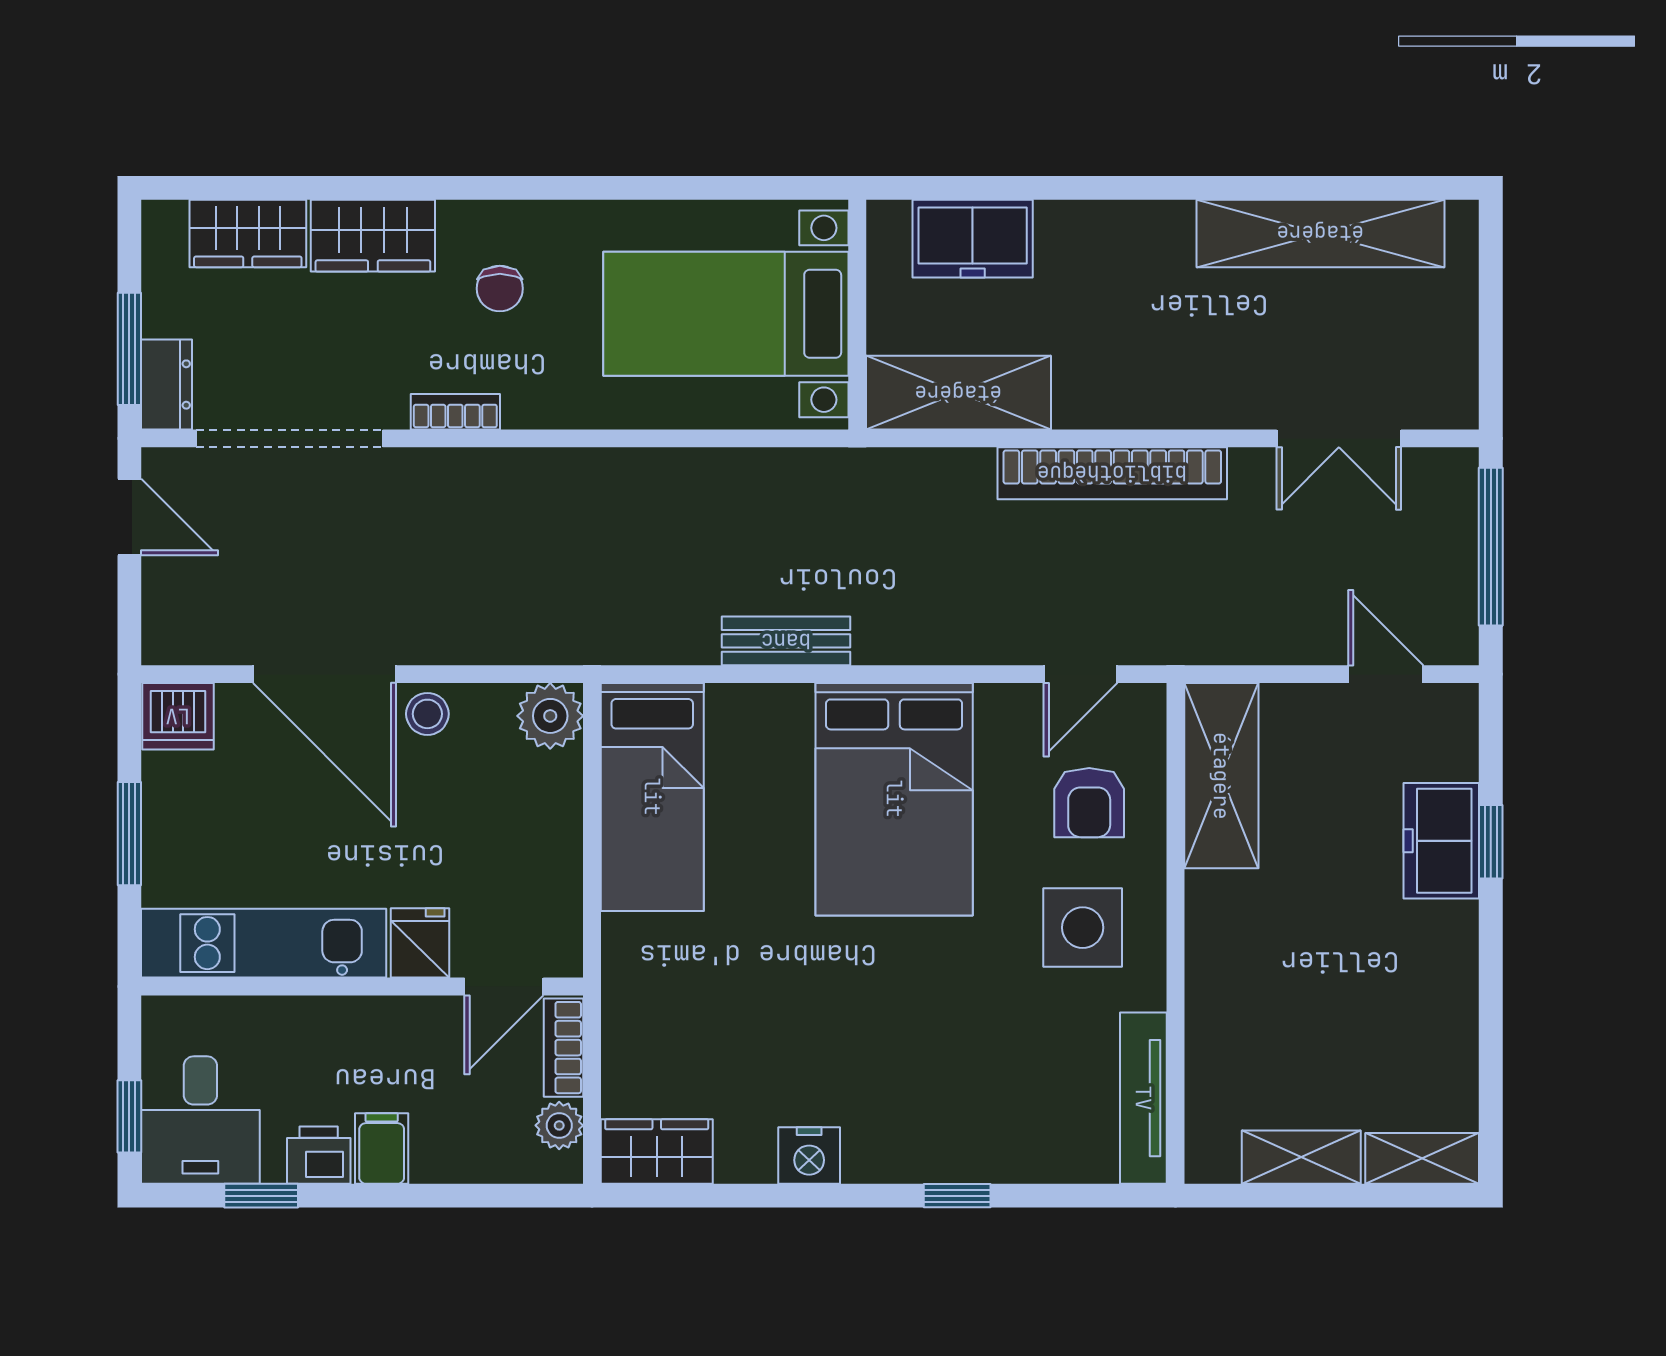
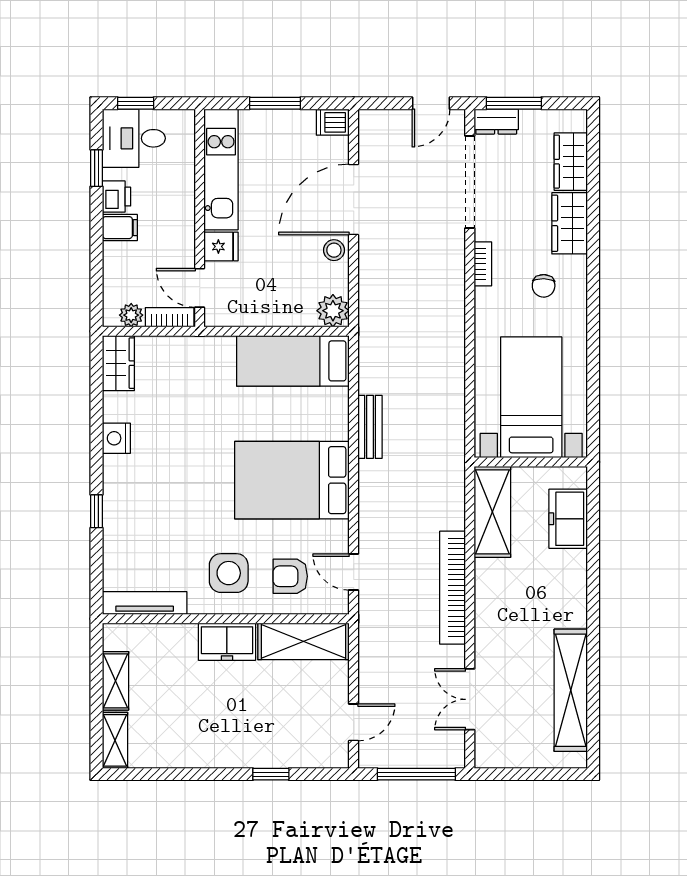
chair: (500, 289) -> (544, 286), turned -88
dishwasher: (178, 716) -> (333, 122), width x0.73
freezer: (1441, 841) -> (227, 642), moved, turned 180

